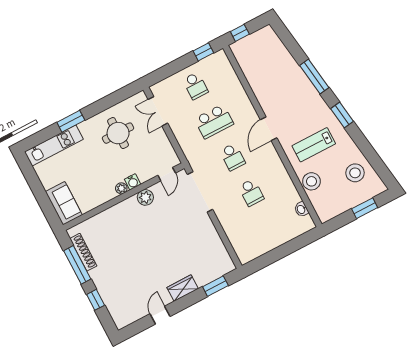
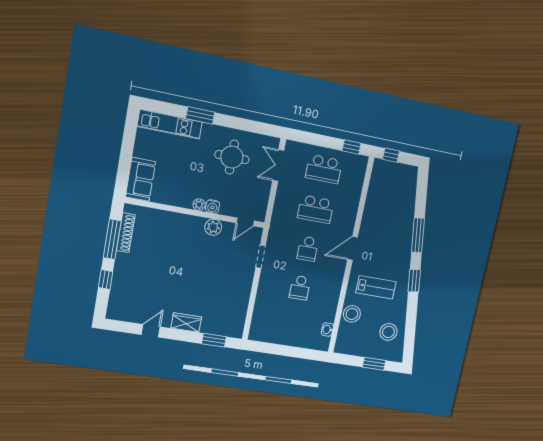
school desk: (195, 86) -> (324, 169), width x1.85
lab bench: (314, 145) -> (376, 287), turned 180
doorway: (200, 192) -> (261, 257), width x0.53

